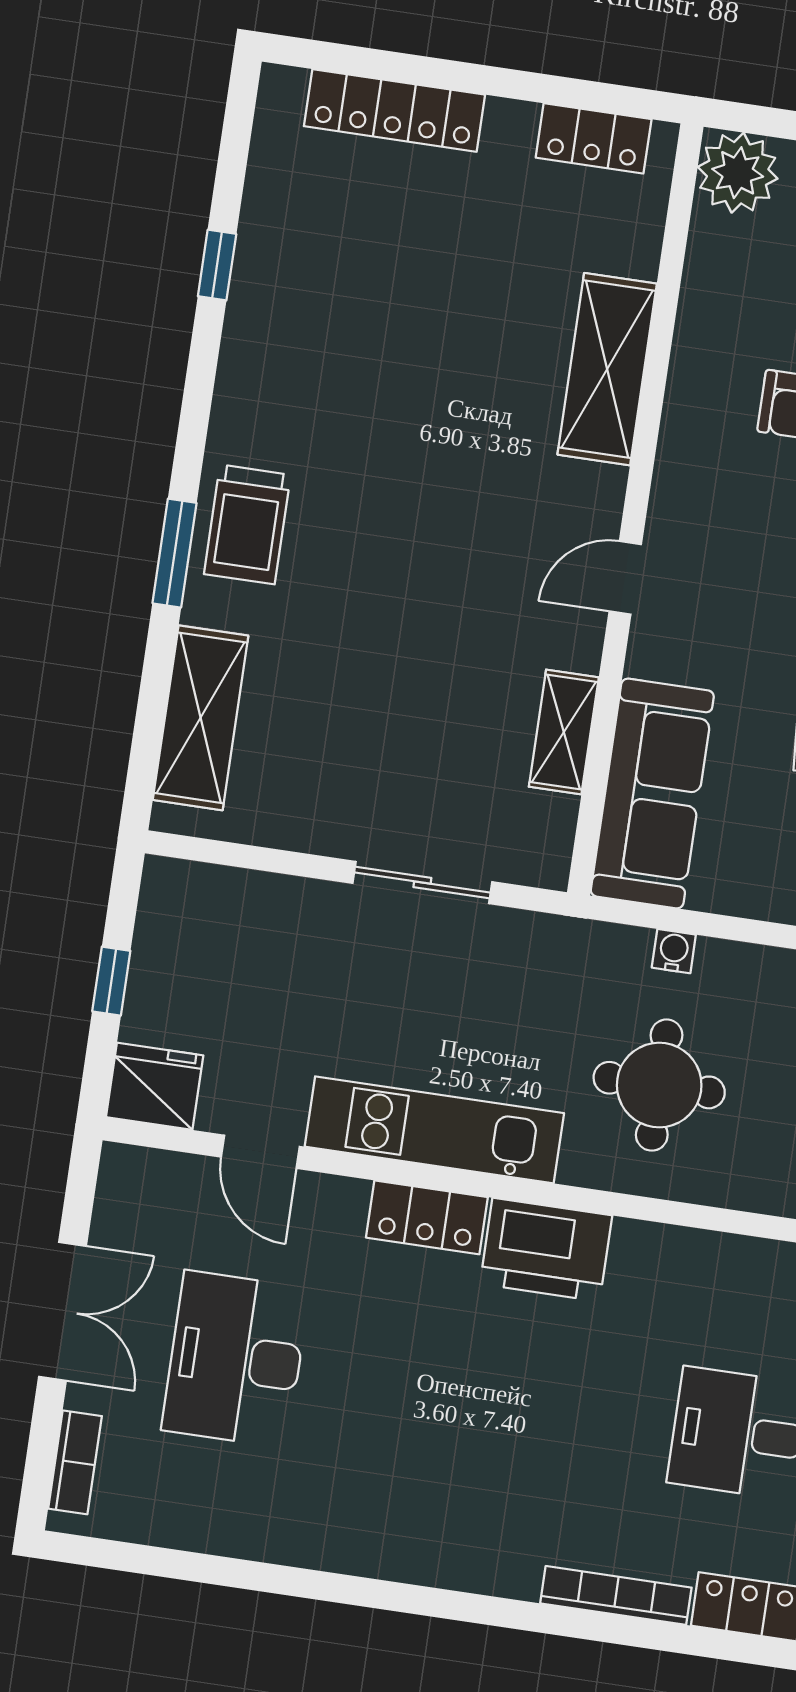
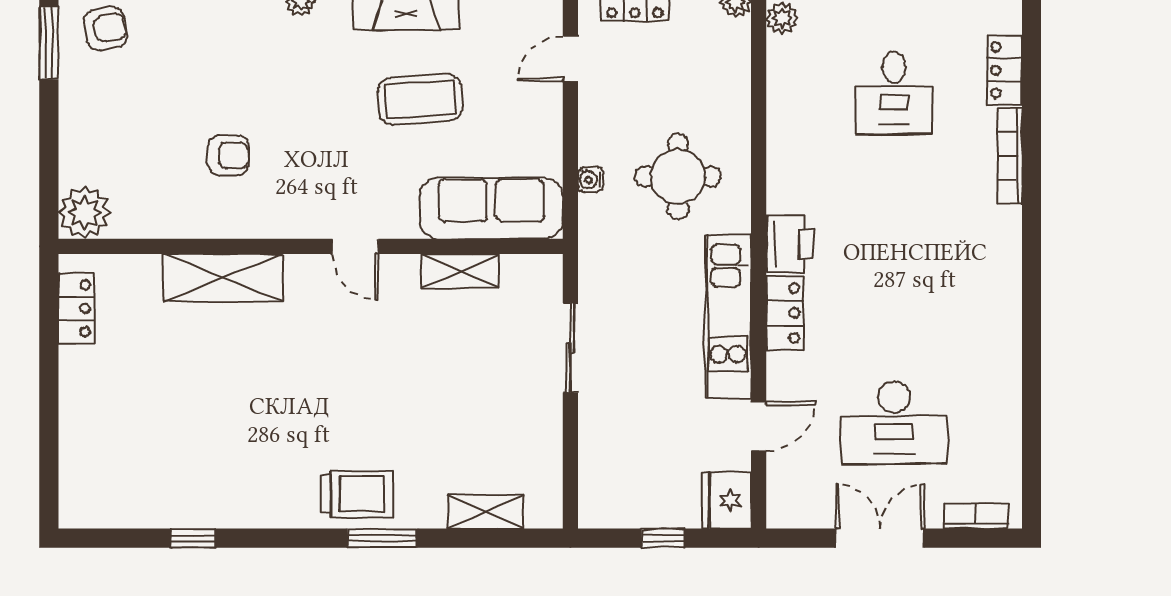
locker: (394, 110) -> (77, 439), removed
shelving: (201, 718) -> (486, 512), width x0.67, depth x0.75
printer: (546, 1250) -> (790, 244), width x0.73, depth x0.84

